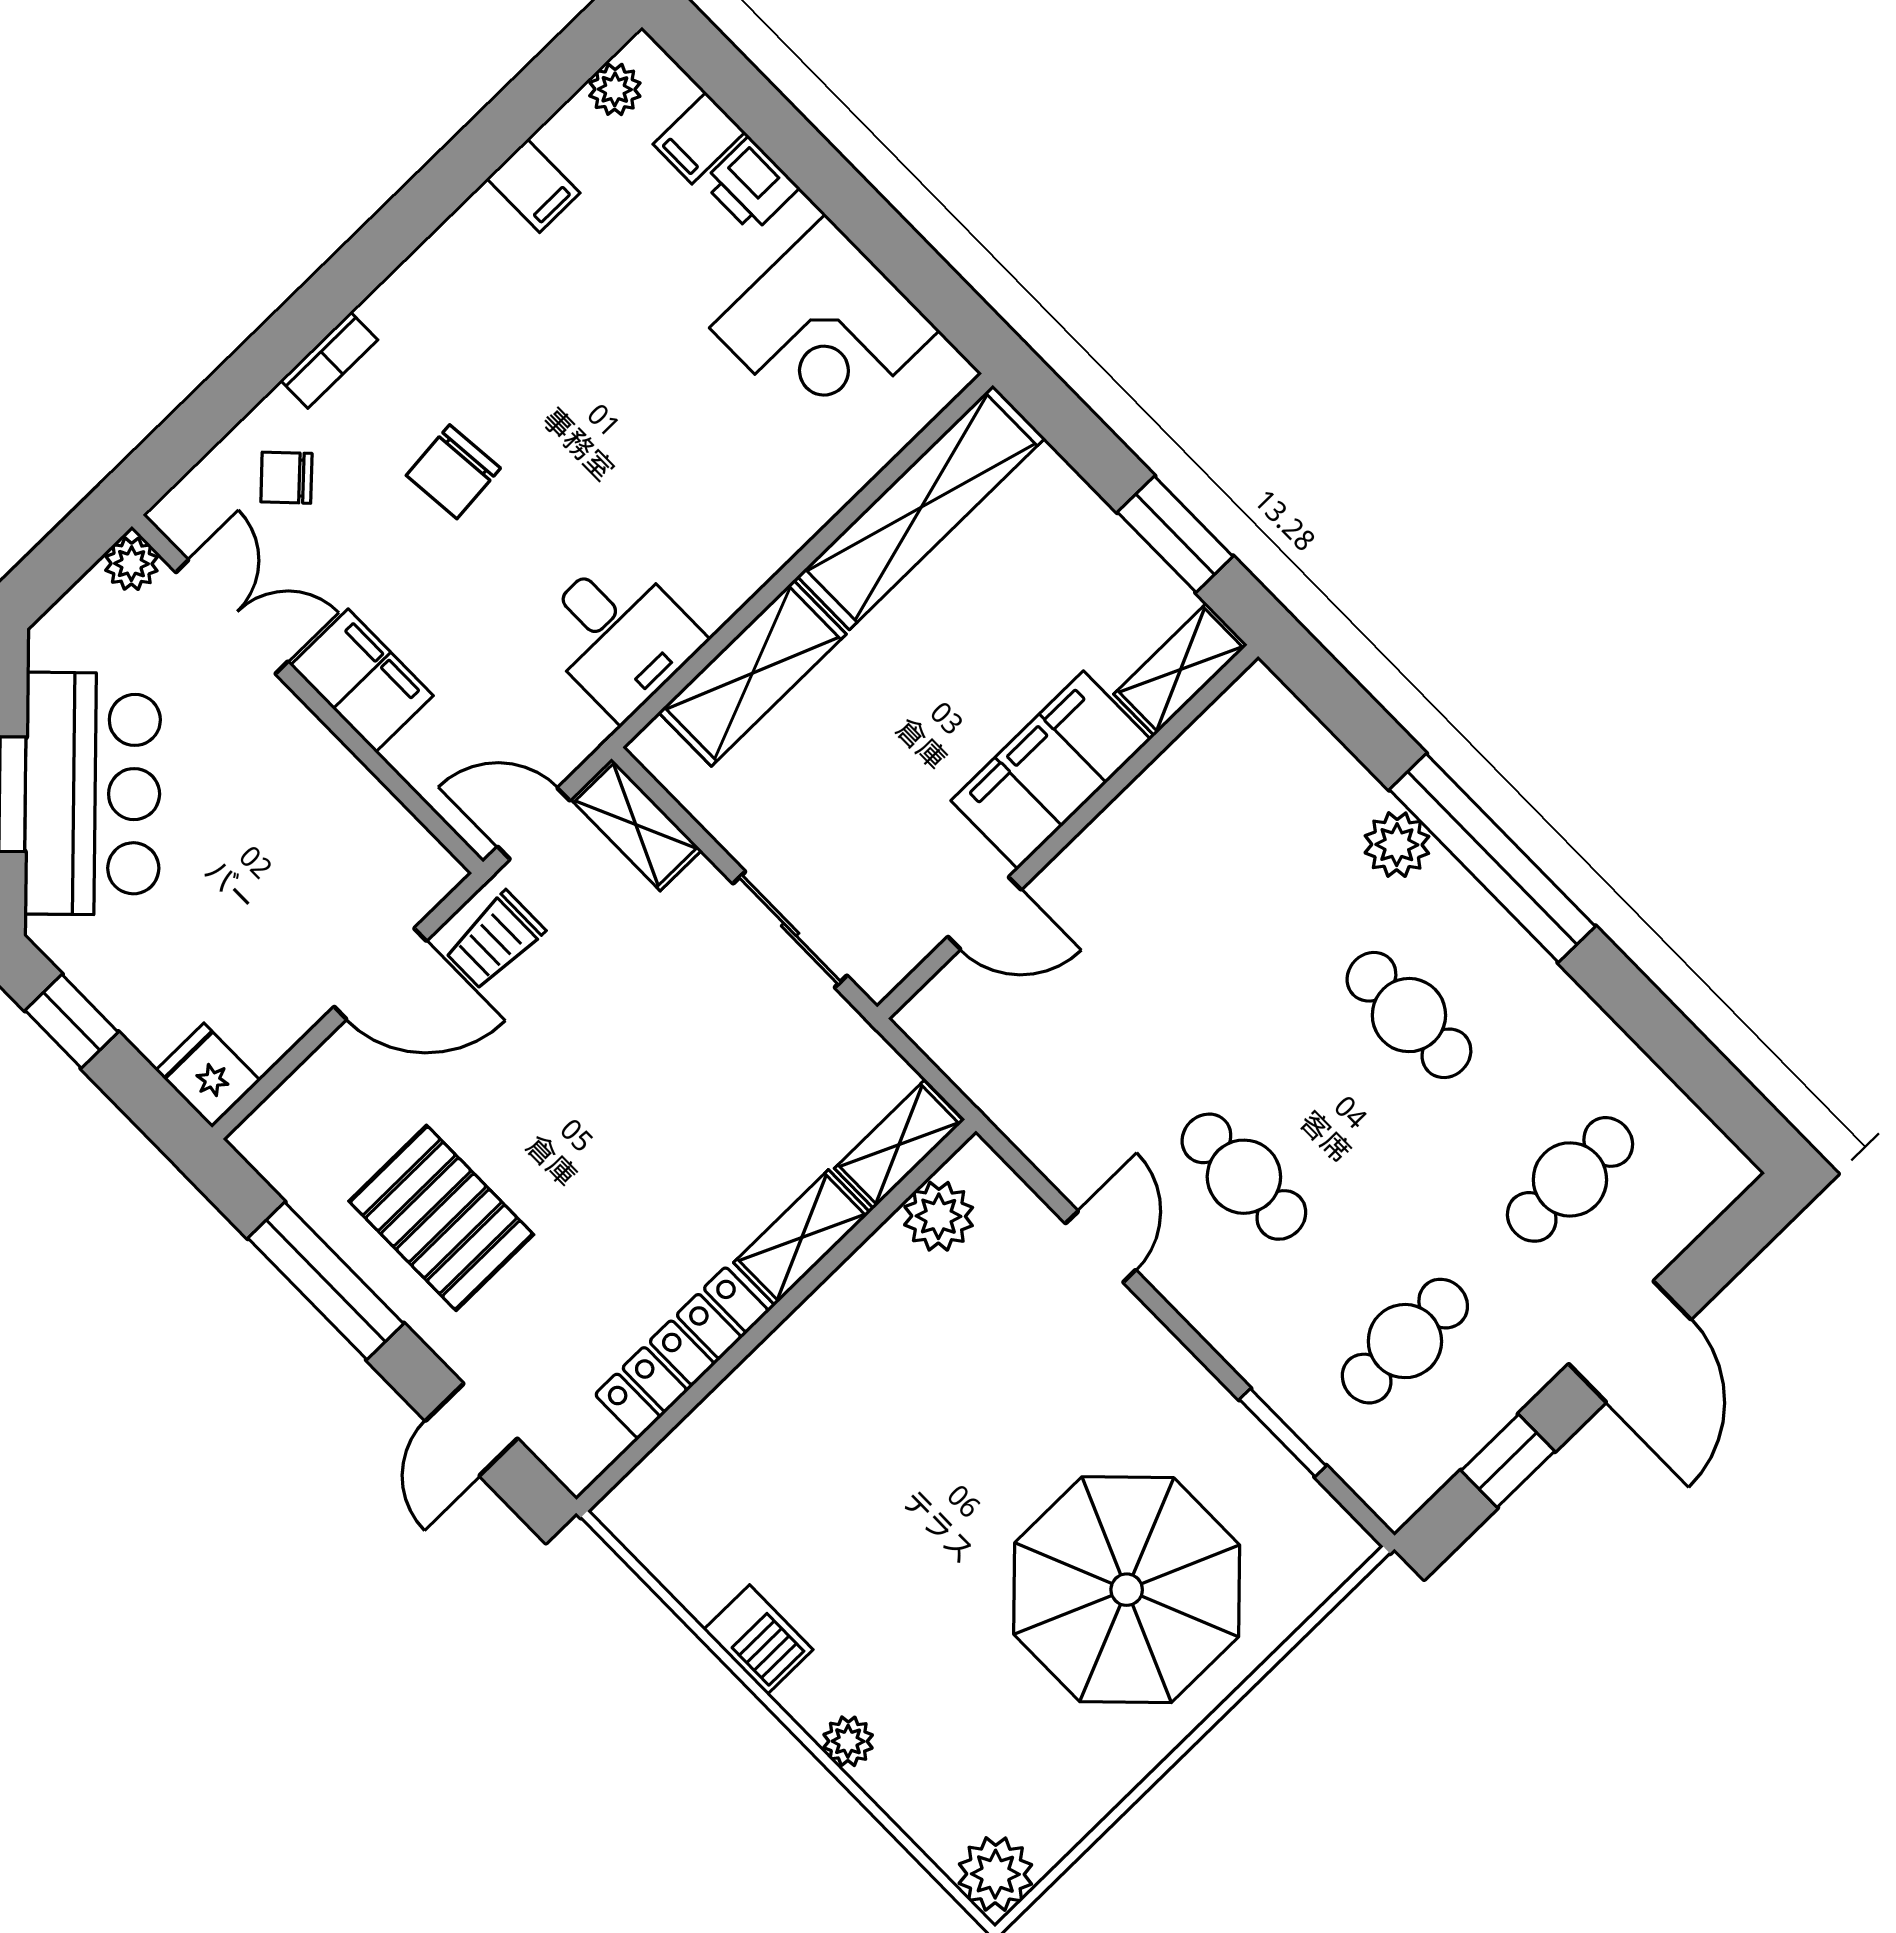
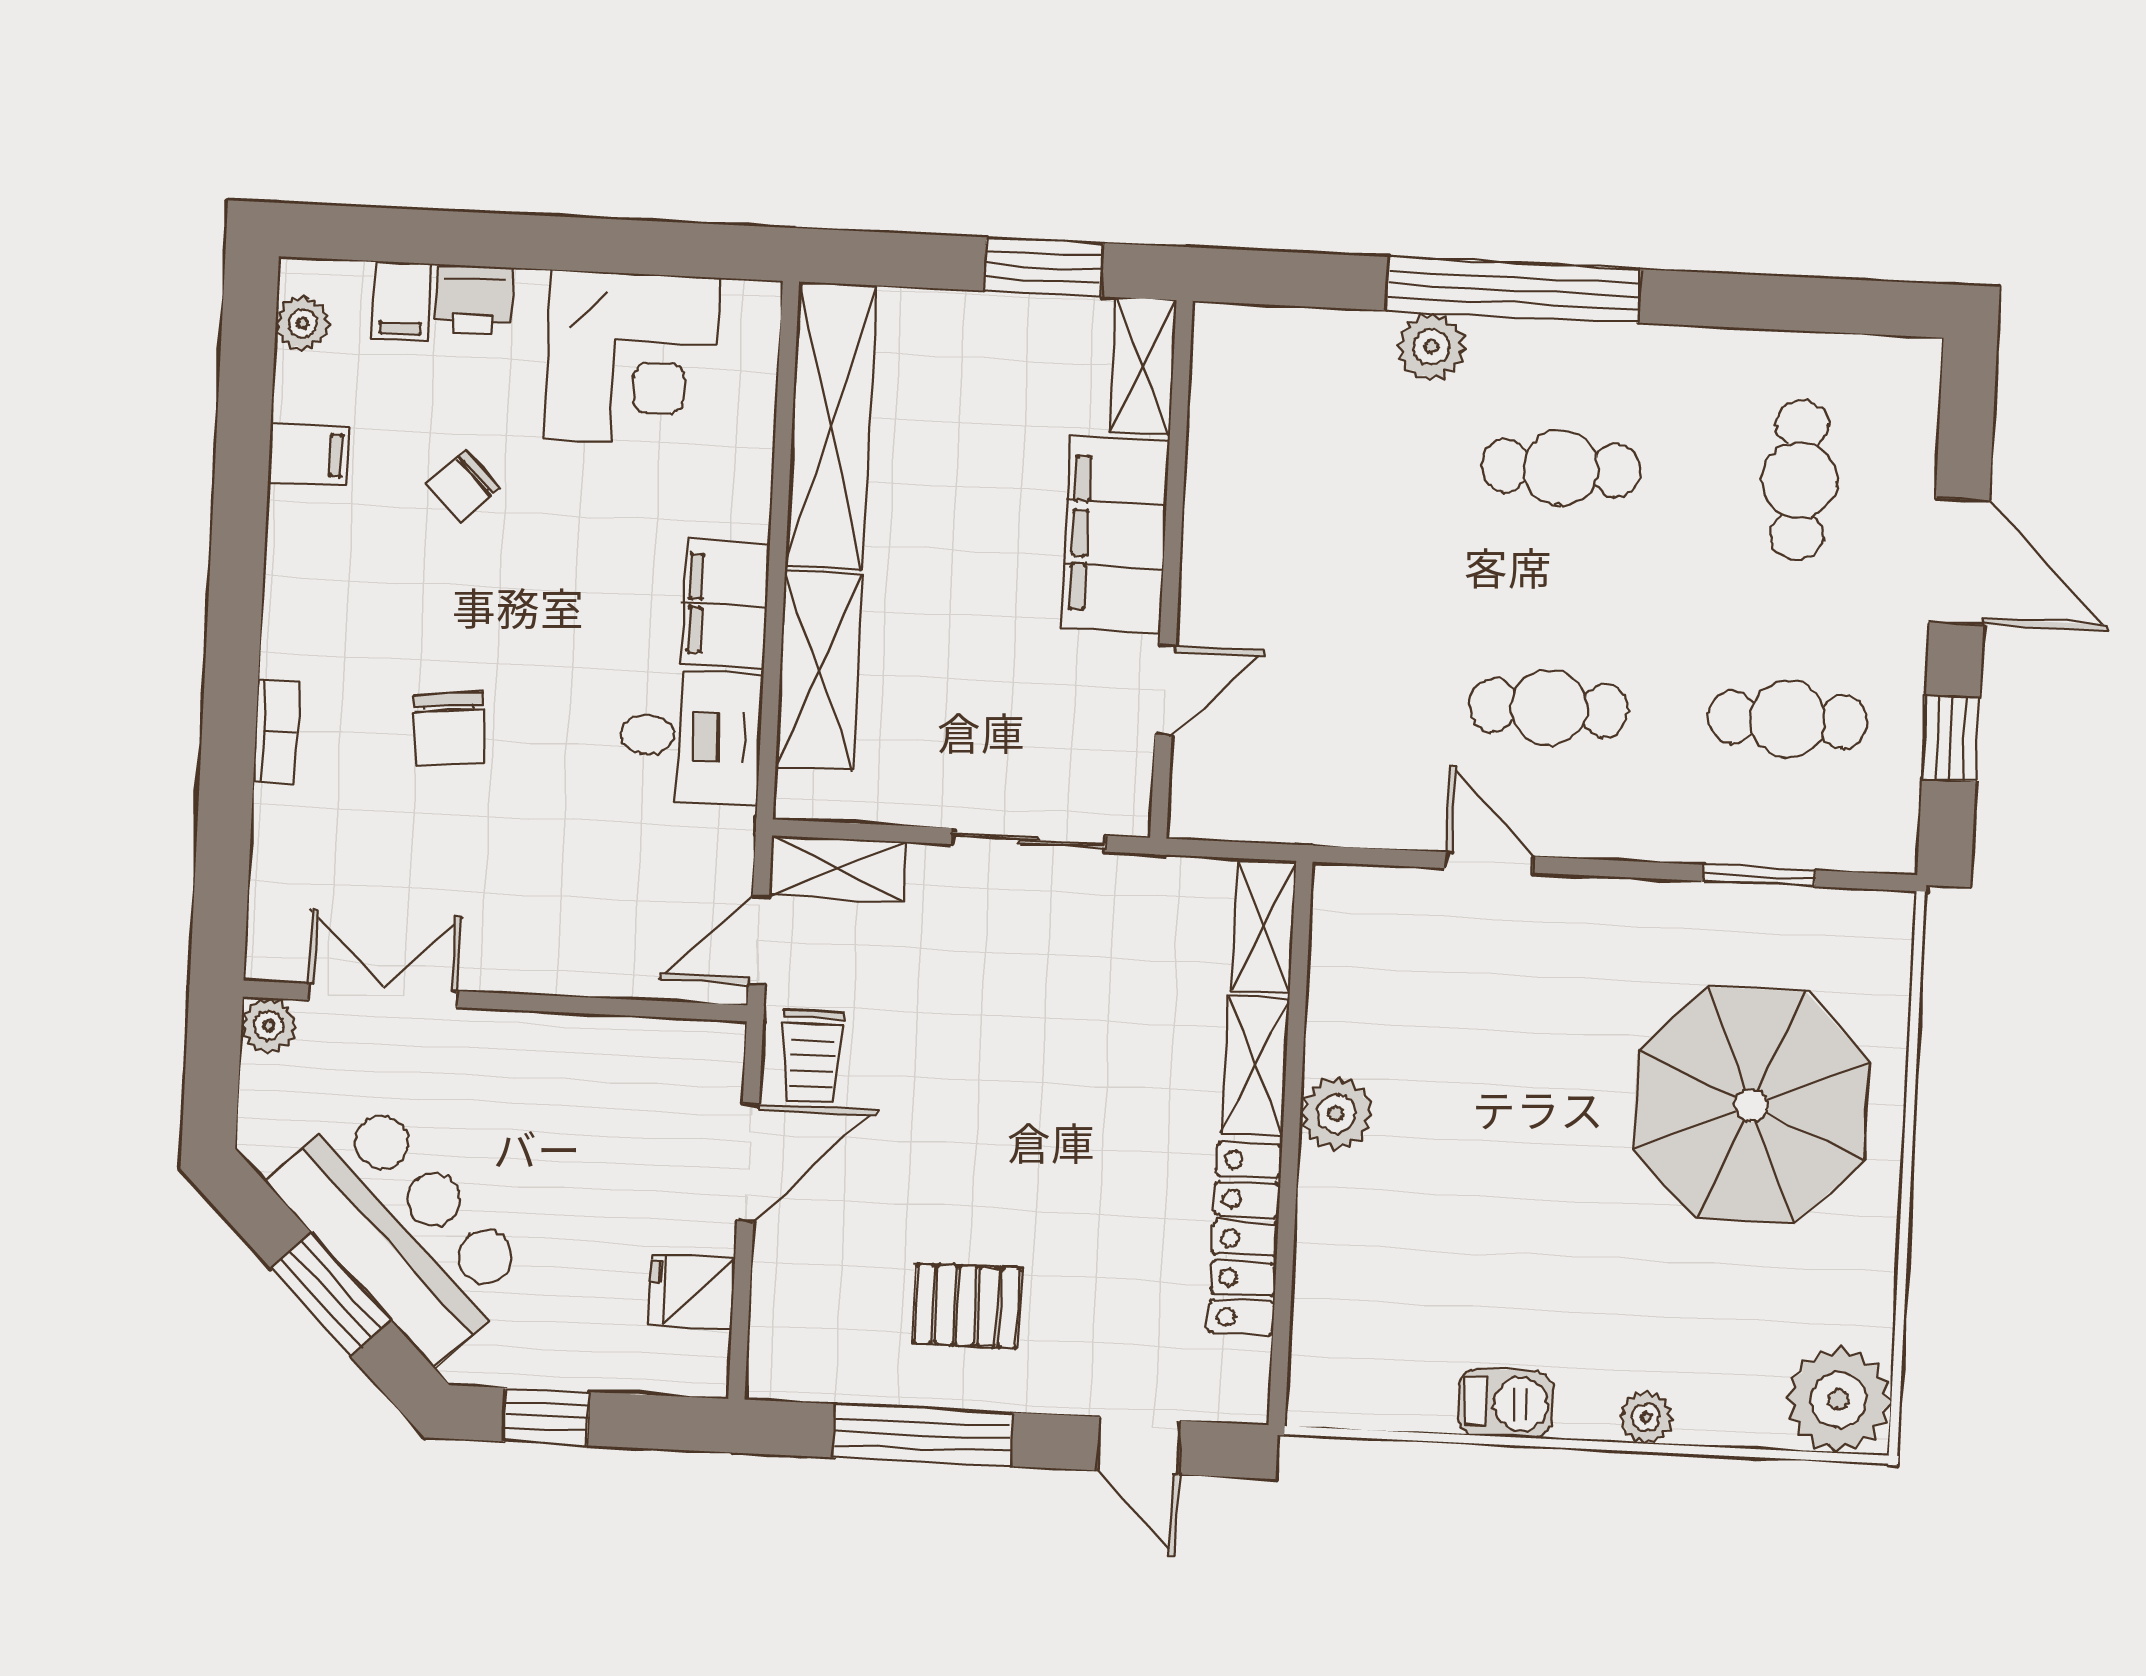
chair: (286, 478) -> (463, 486), moved
filing cabinet: (362, 681) -> (725, 604), moved, turned -90
fridge: (208, 1075) -> (692, 1291), moved
plant: (939, 1216) -> (1337, 1113), moved
pallet: (441, 1218) -> (967, 1306), width x0.67, depth x0.71
cafe table: (1405, 1341) -> (1788, 720), turned 90
plant: (995, 1874) -> (1838, 1400), width x1.36, depth x1.36

